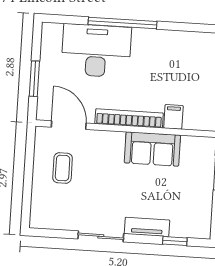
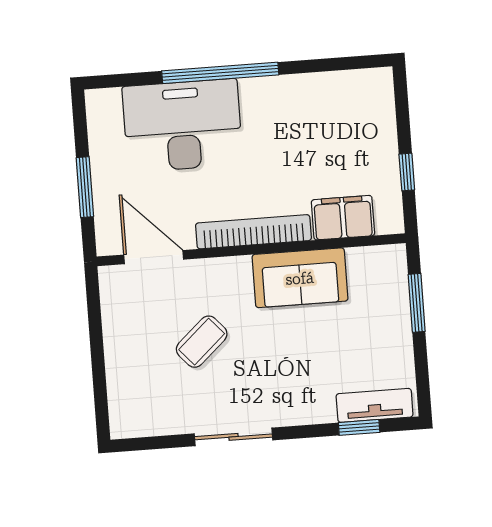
filing cabinet: (173, 117) -> (343, 218), width x2.00
coffee table: (63, 168) -> (202, 342), moved, turned 48
tv unit: (147, 227) -> (375, 405), moved

